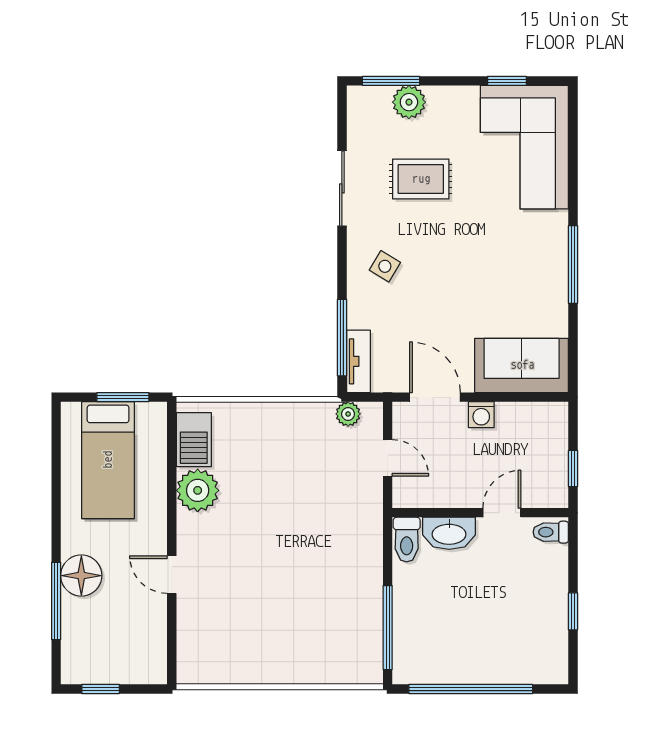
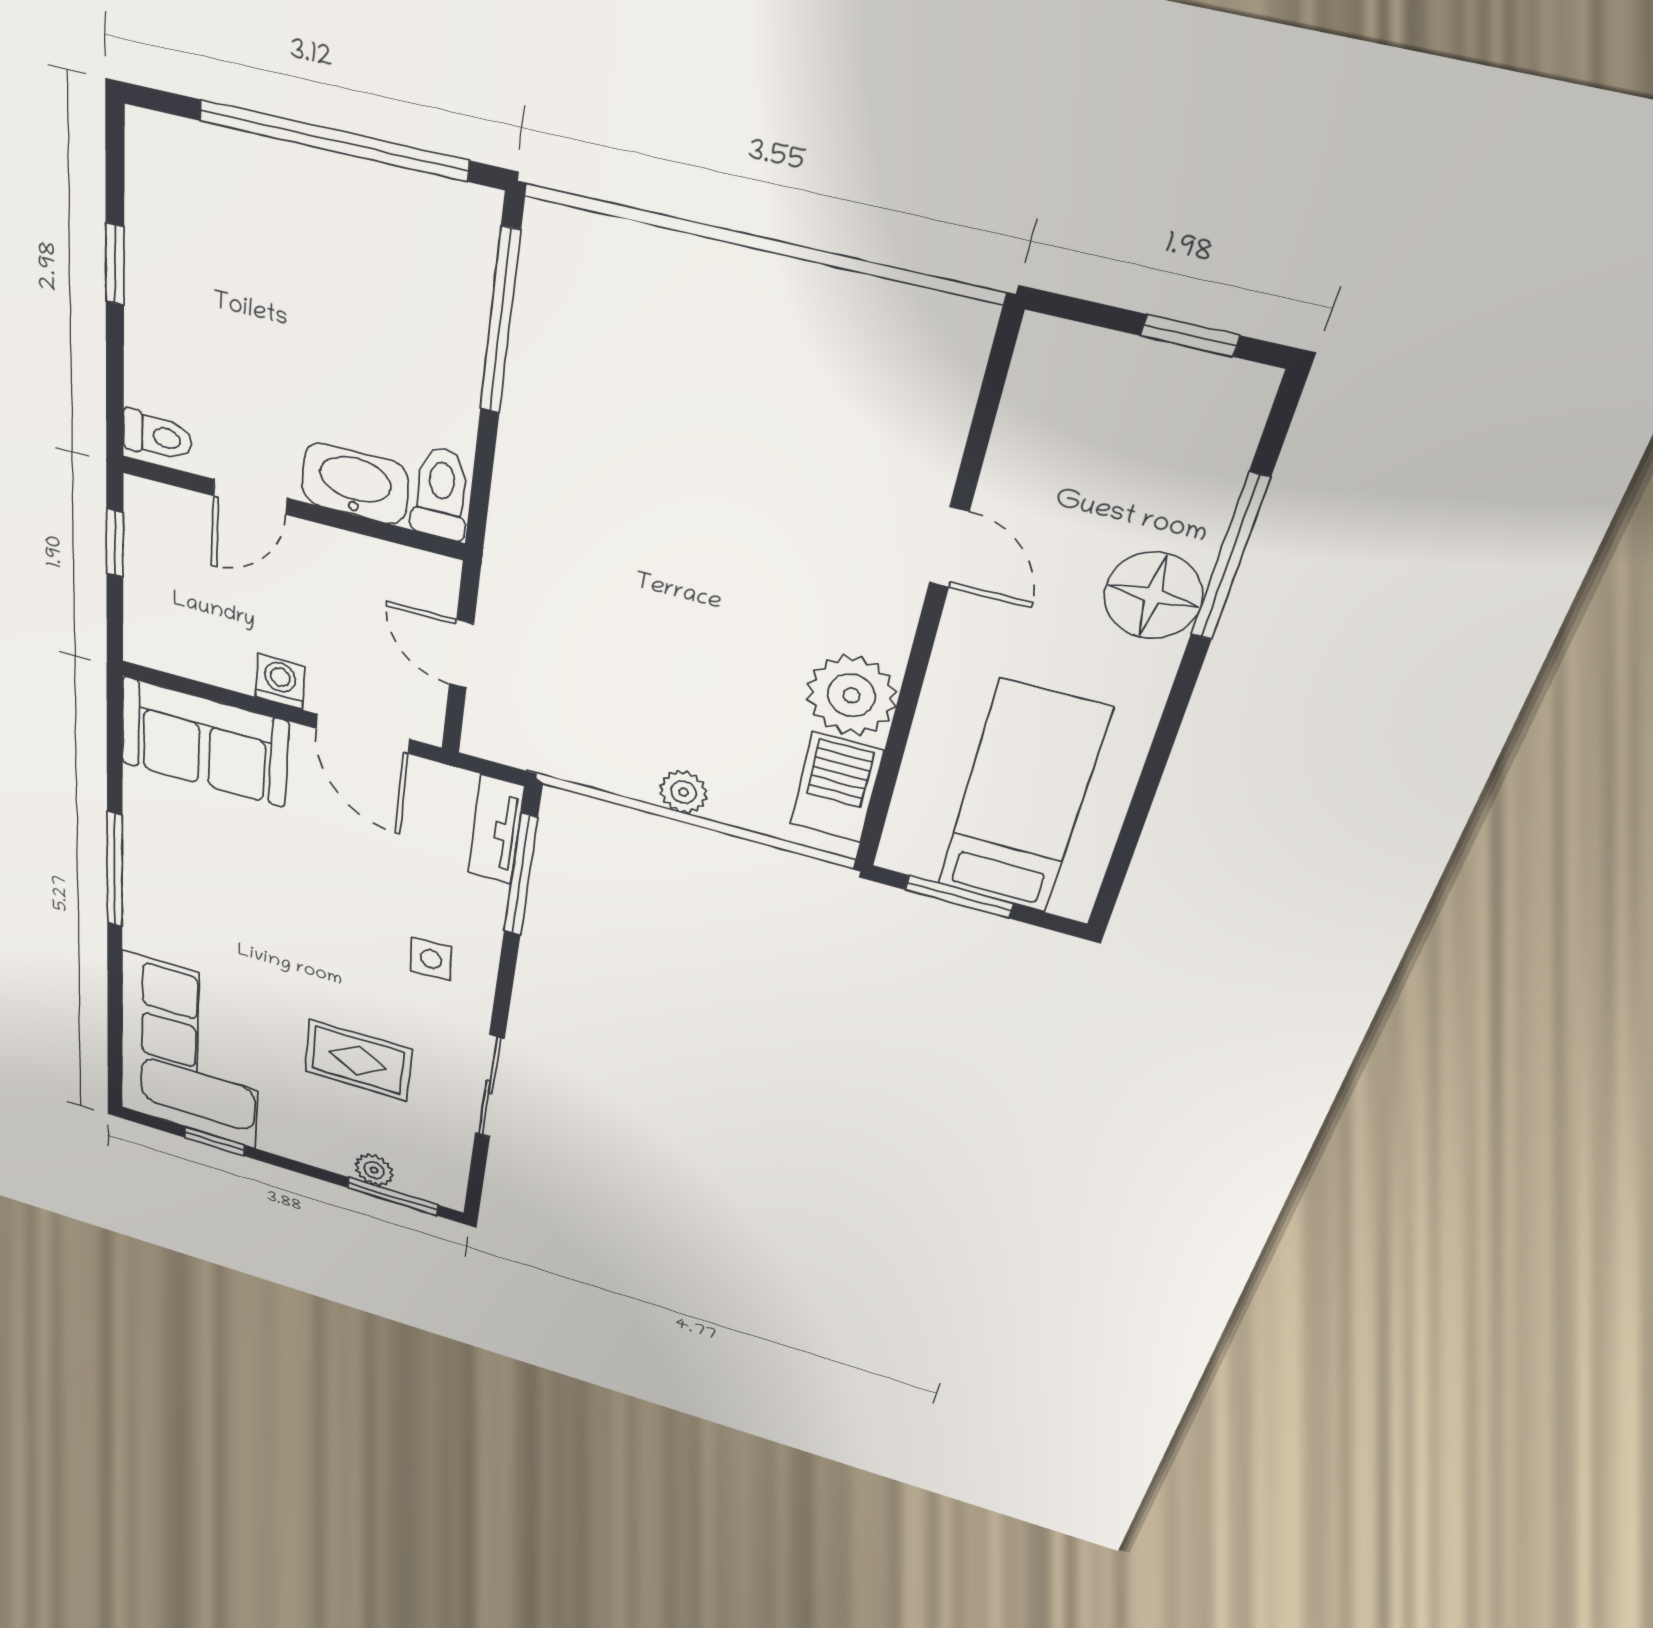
plant: (409, 102) -> (374, 1170), width x0.73, depth x0.73
side table: (385, 266) -> (431, 959), turned -35
plant: (348, 414) -> (683, 792), moved

